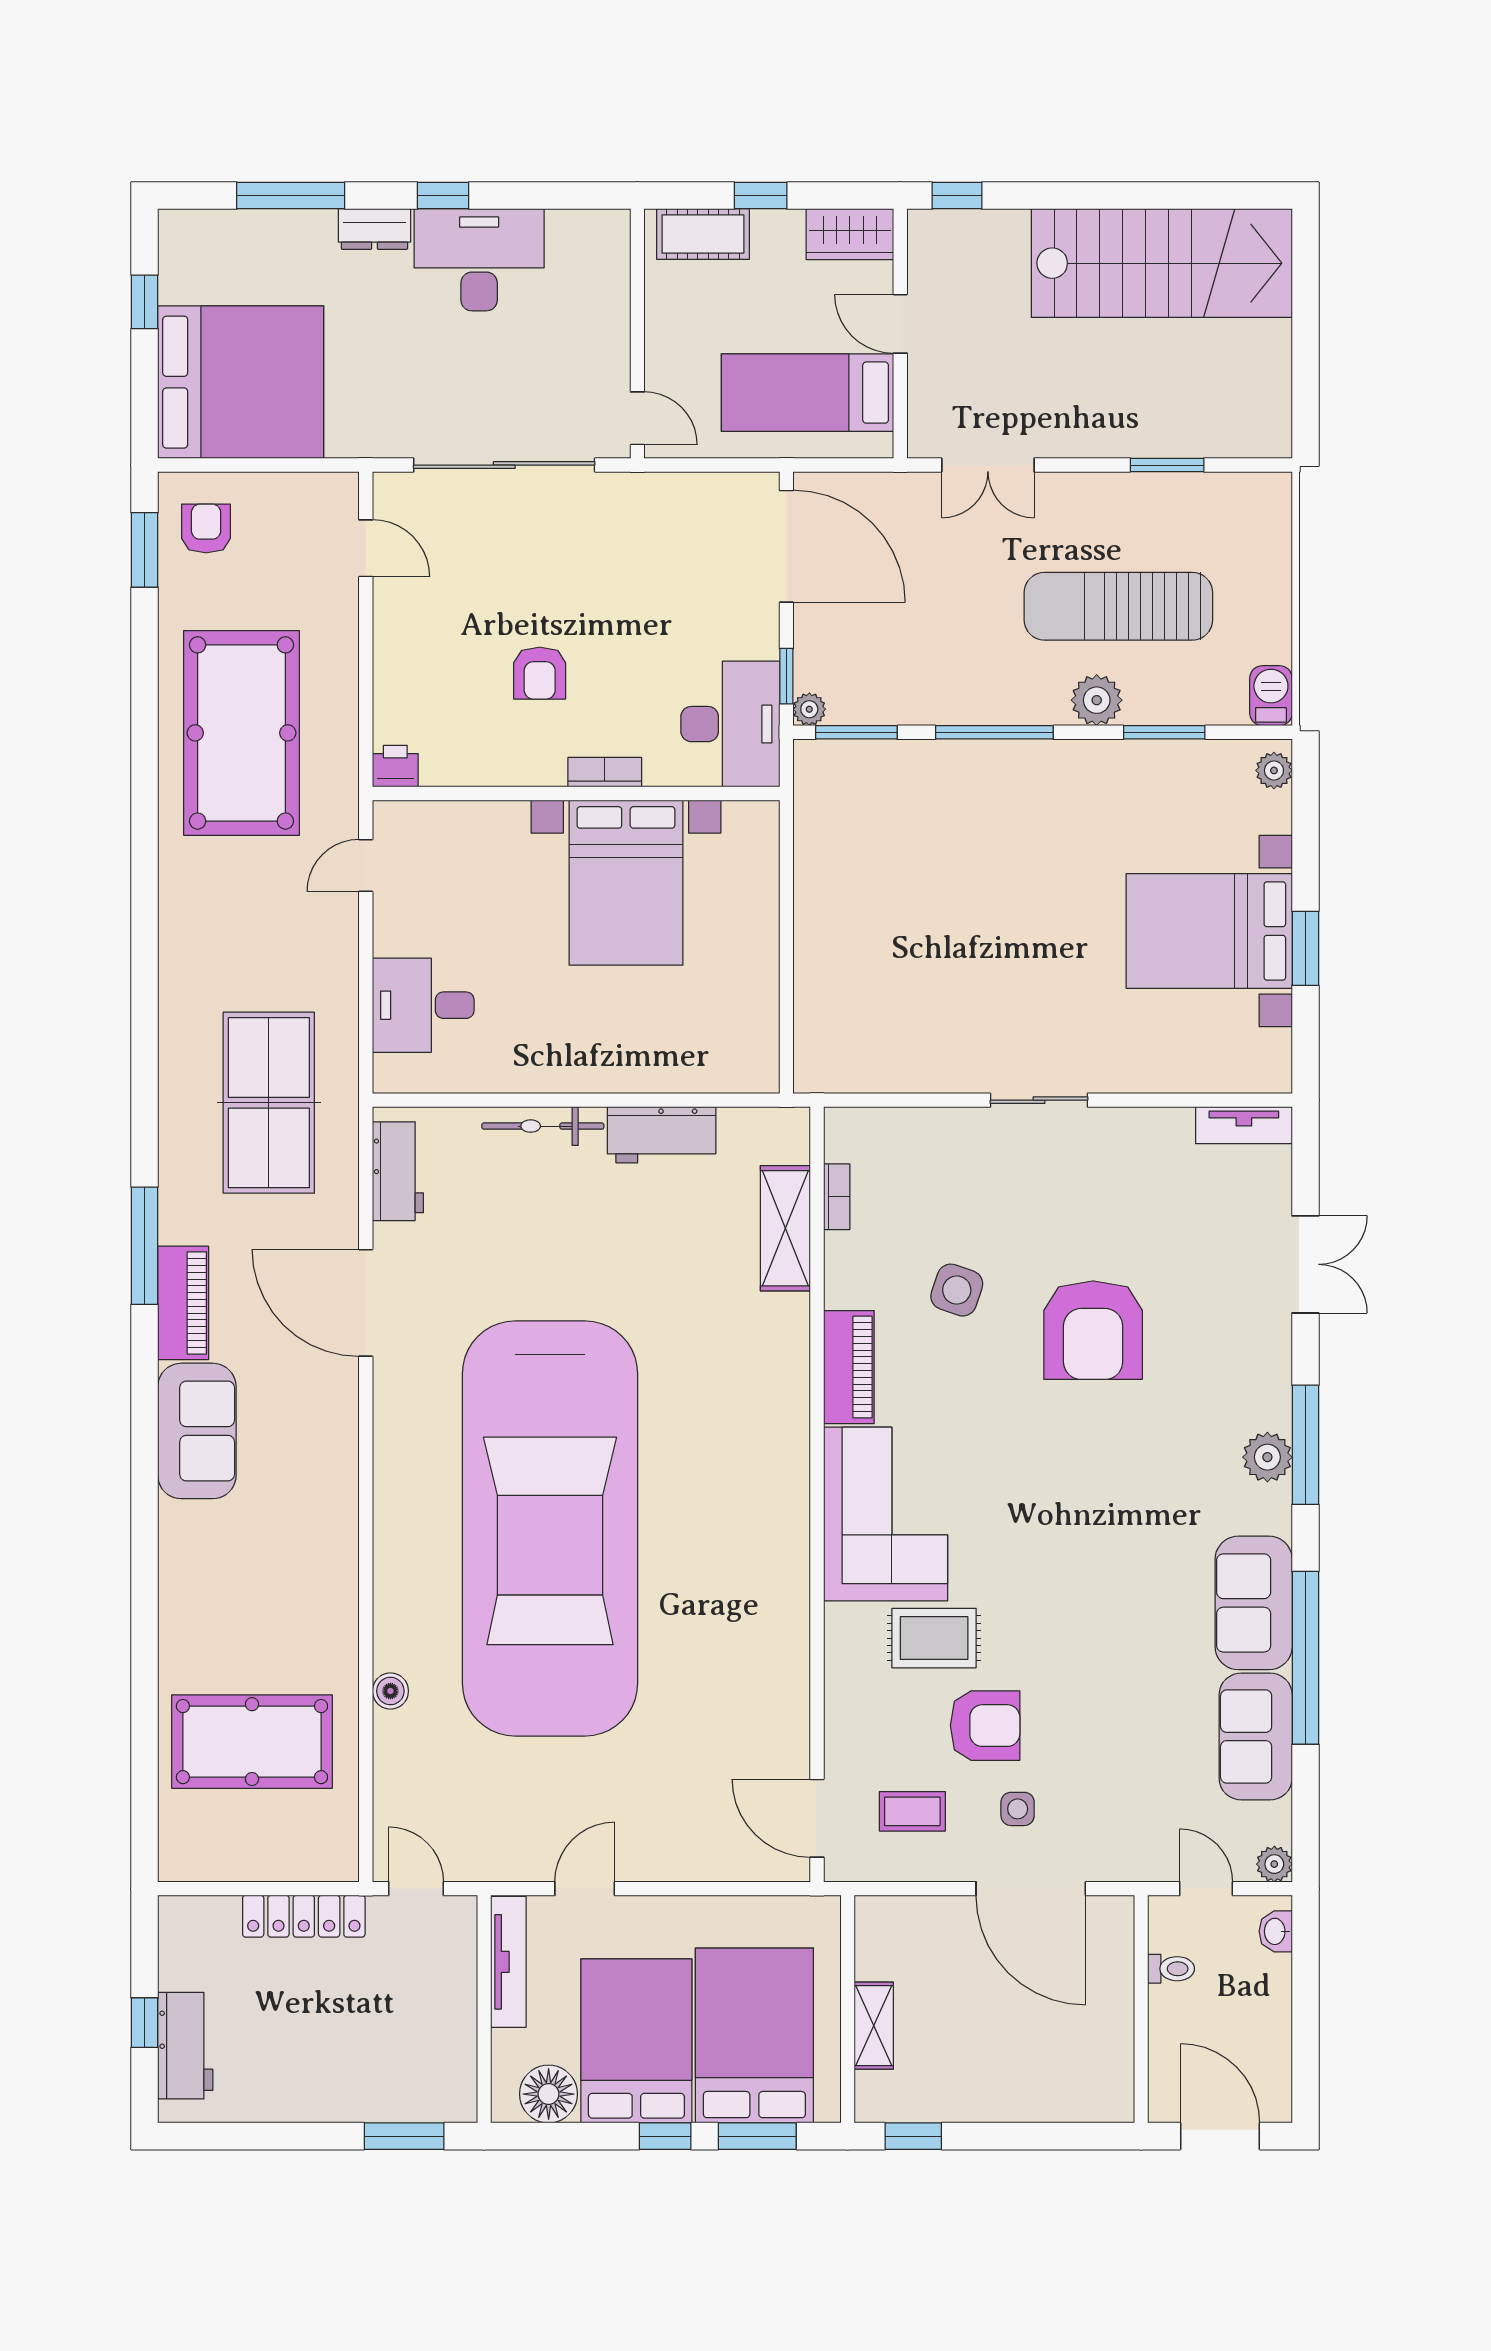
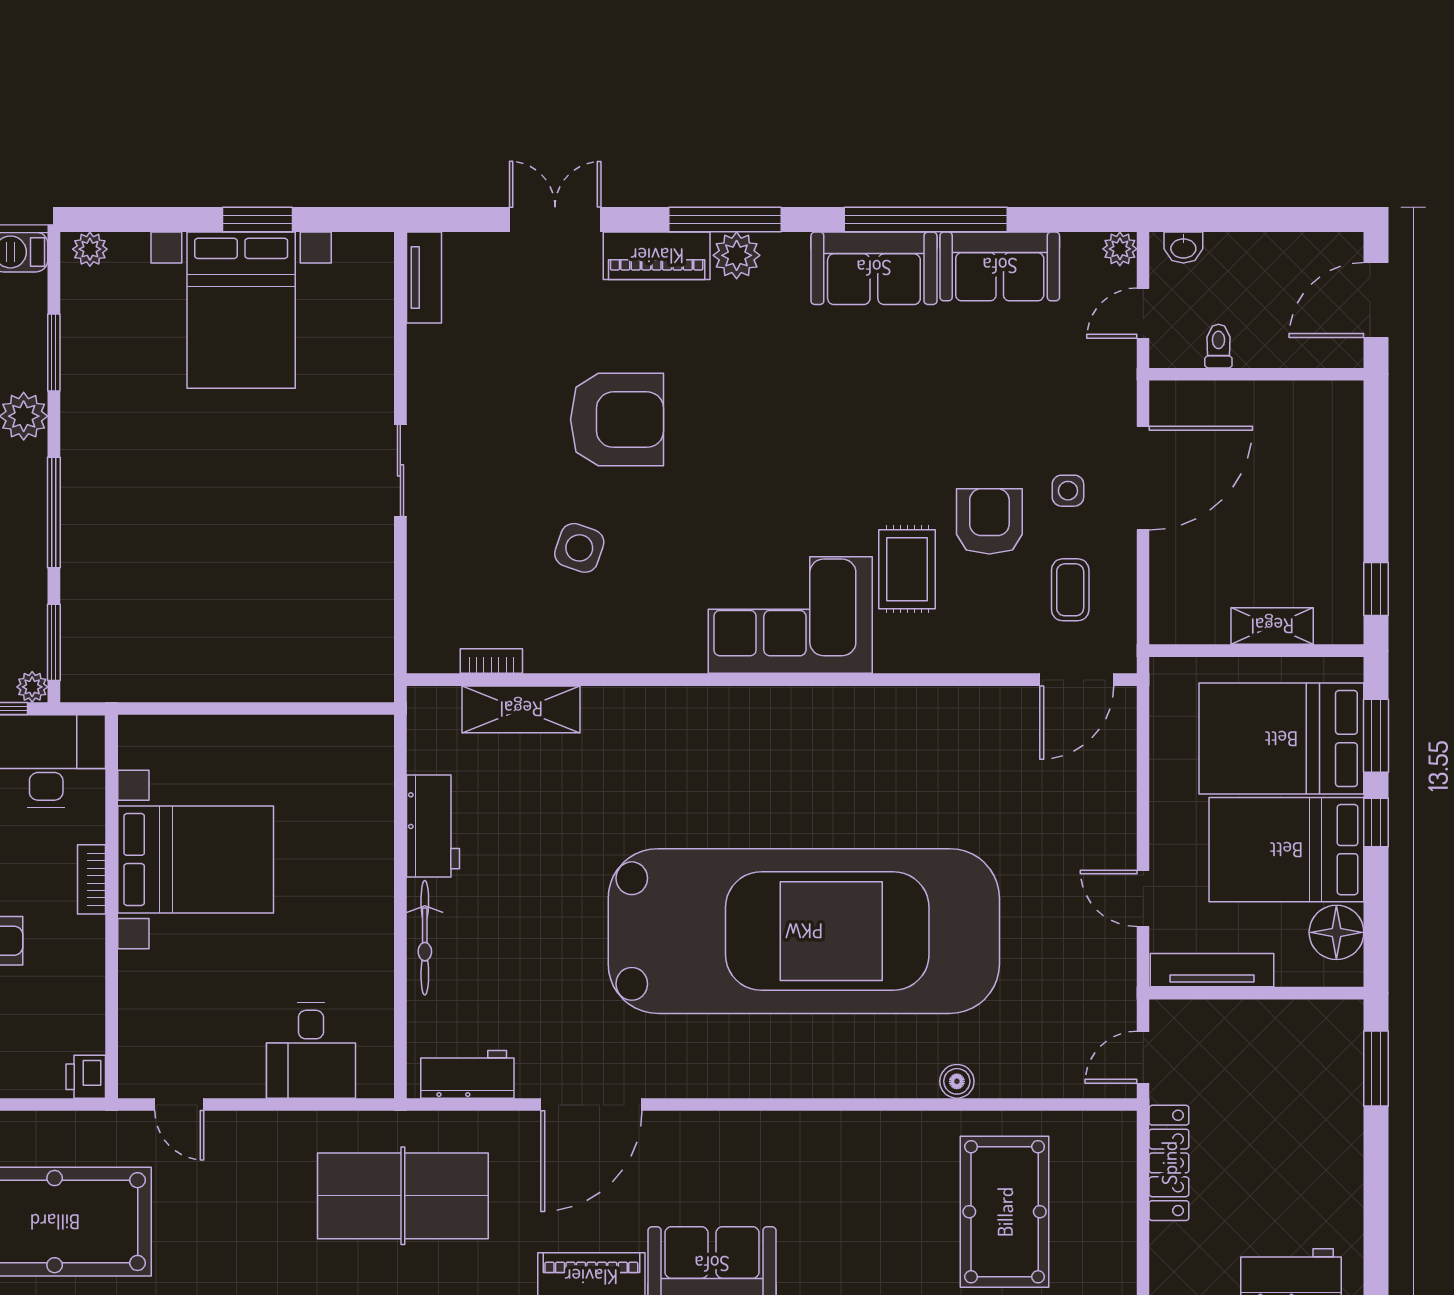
piano: (849, 1367) -> (657, 256), moved, turned 180

